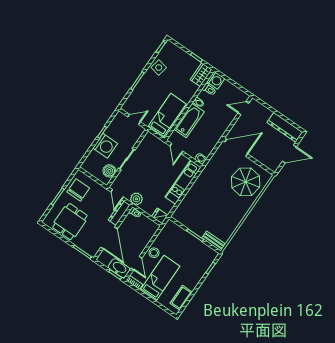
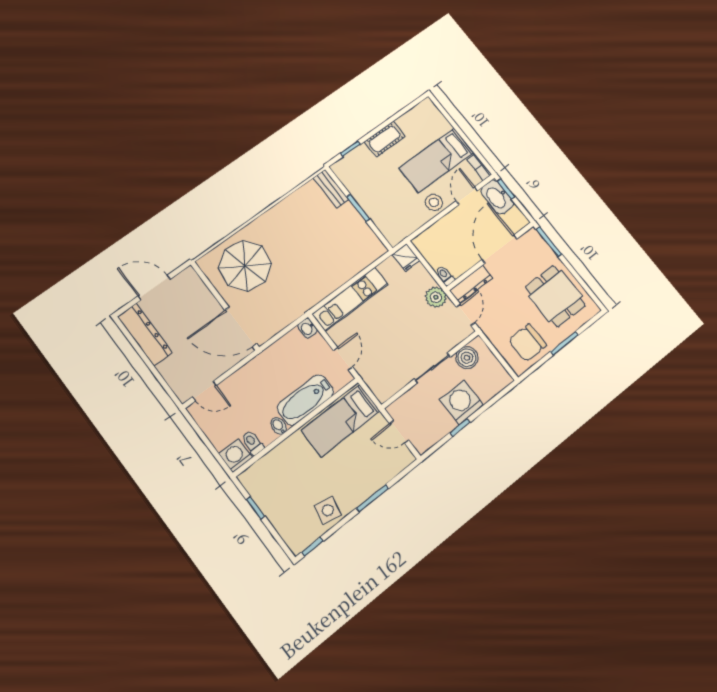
wardrobe: (201, 75) -> (258, 474), removed
dining table: (70, 222) -> (555, 296), turned 90
cot: (181, 298) -> (385, 139), moved

